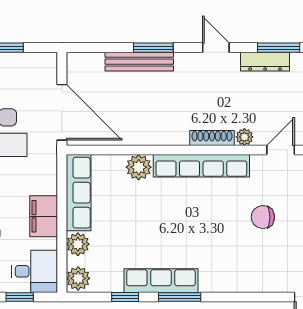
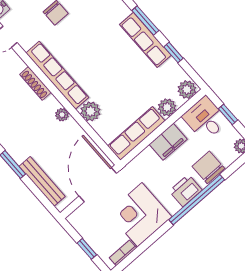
bench: (139, 62) -> (42, 181), moved
plant: (244, 137) -> (62, 115), moved

